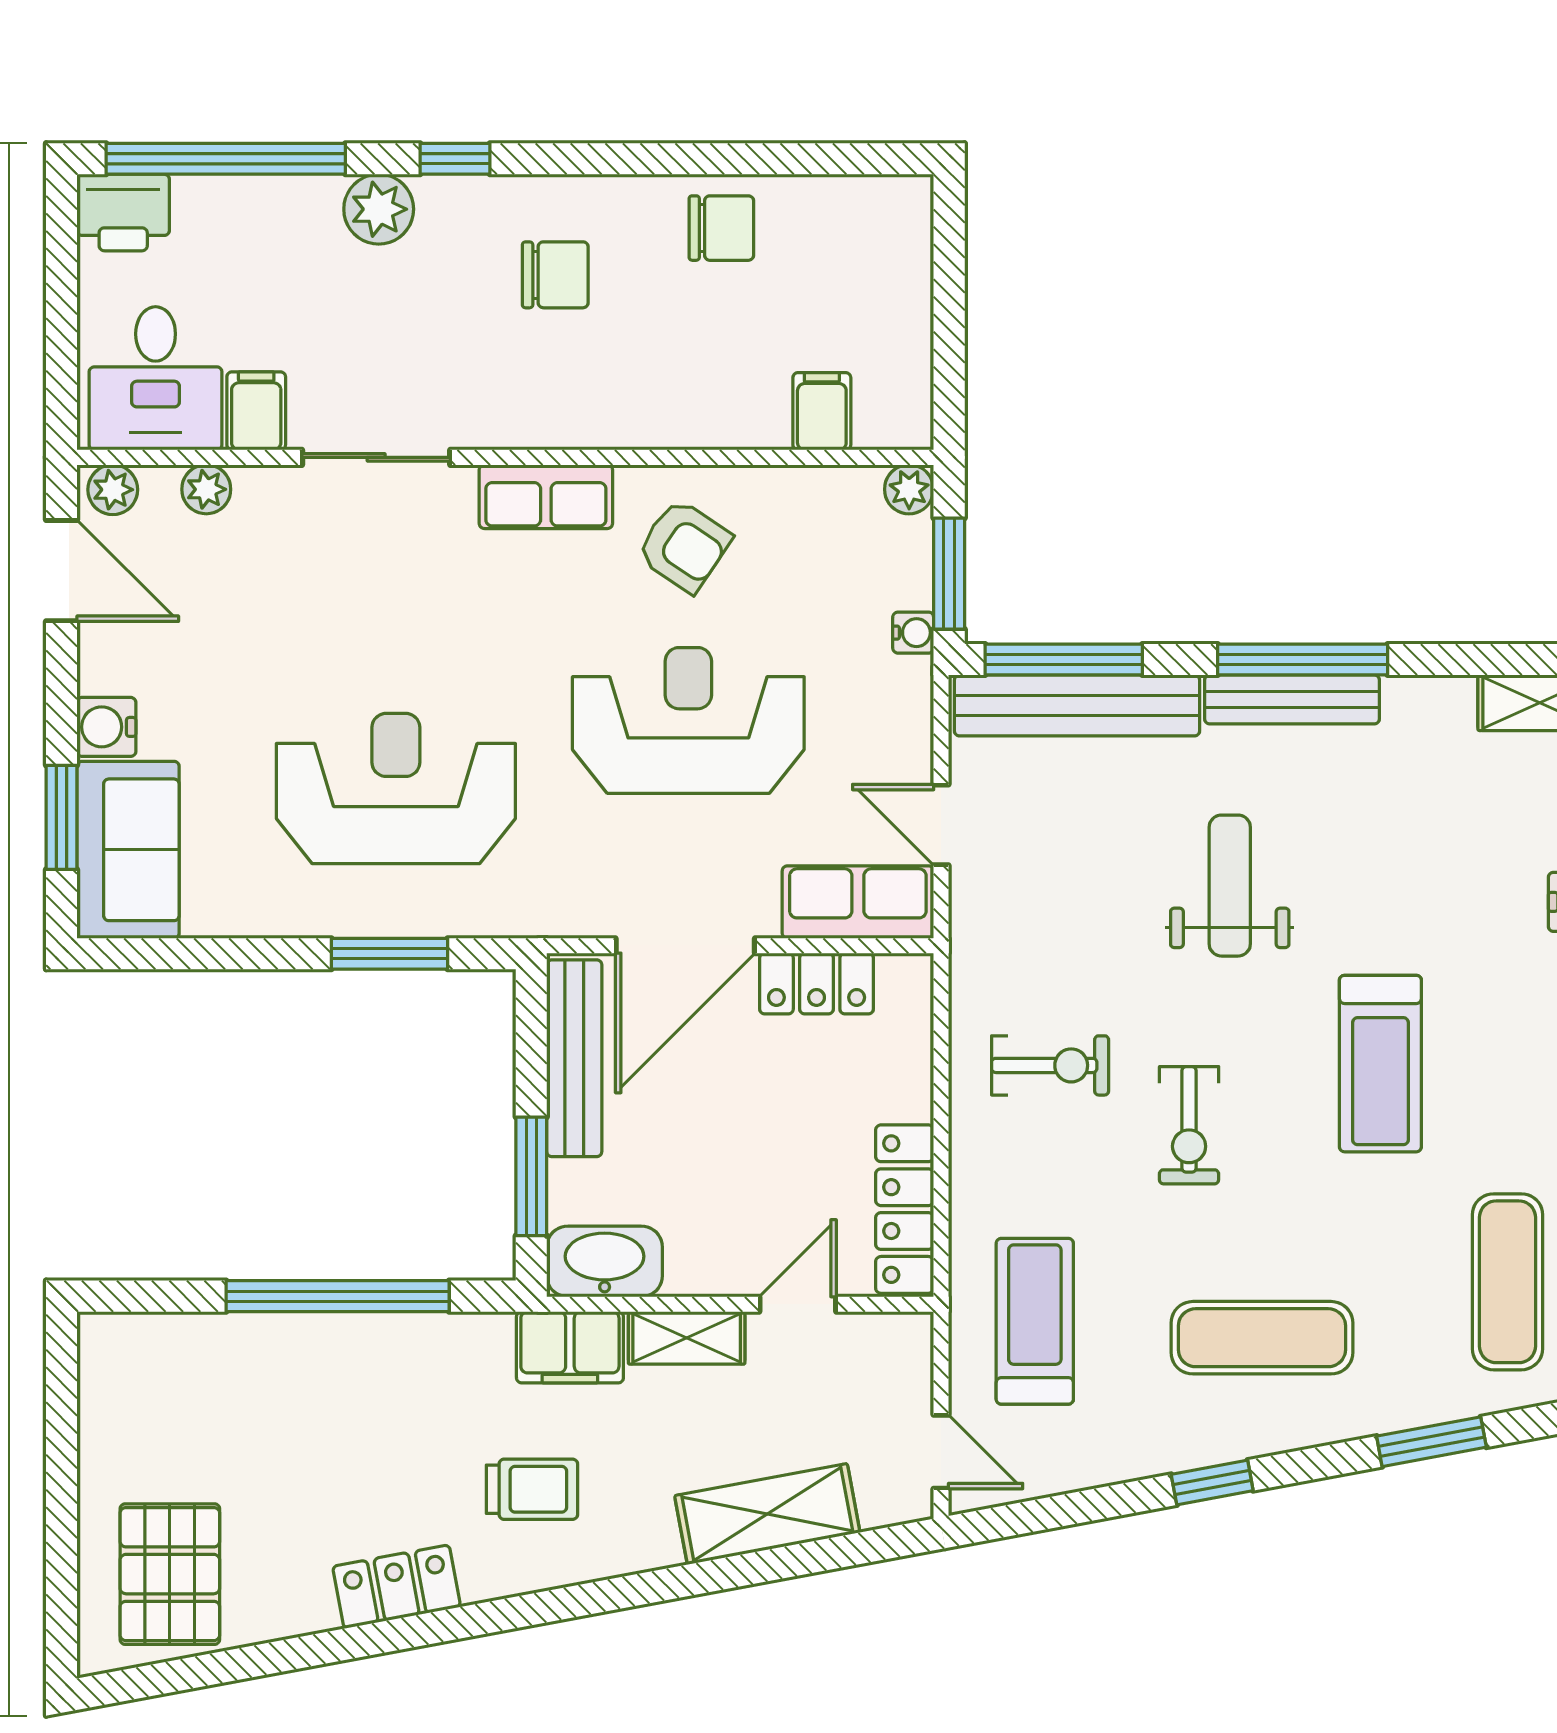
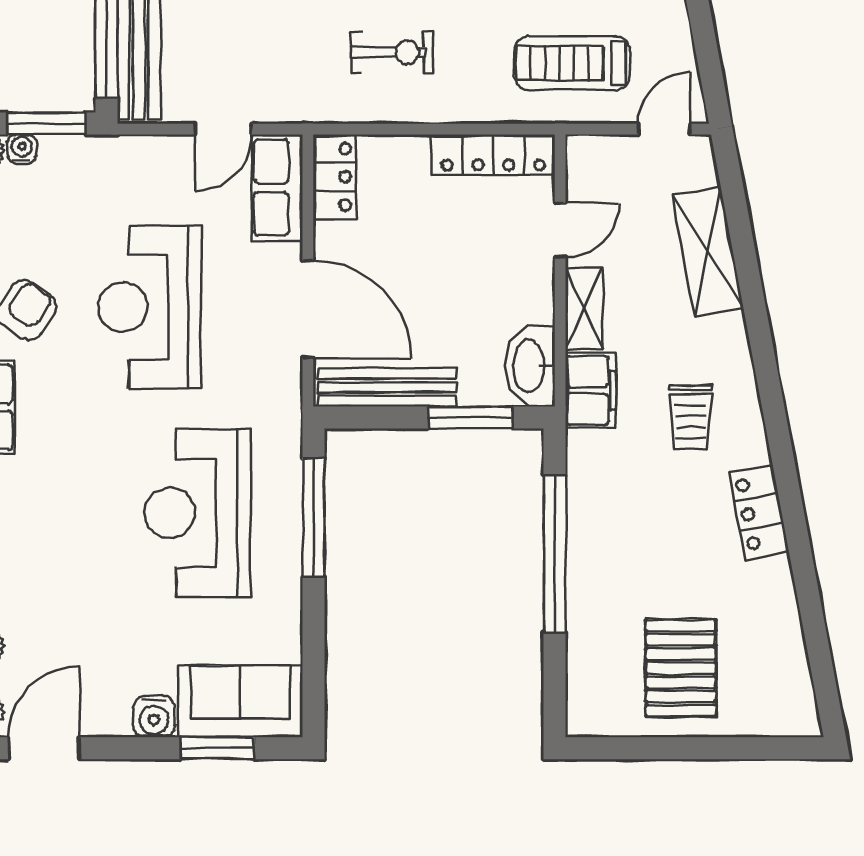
water cooler: (913, 633) -> (22, 149), moved
window: (390, 954) -> (314, 517), width x1.44
locker: (817, 983) -> (335, 177), moved
exercise bike: (1050, 1065) -> (392, 52), turned 90
door: (798, 1304) -> (560, 230), swing flipped
trolley: (532, 1489) -> (690, 417), turned 180
pallet: (170, 1574) -> (681, 668), moved, turned 90

